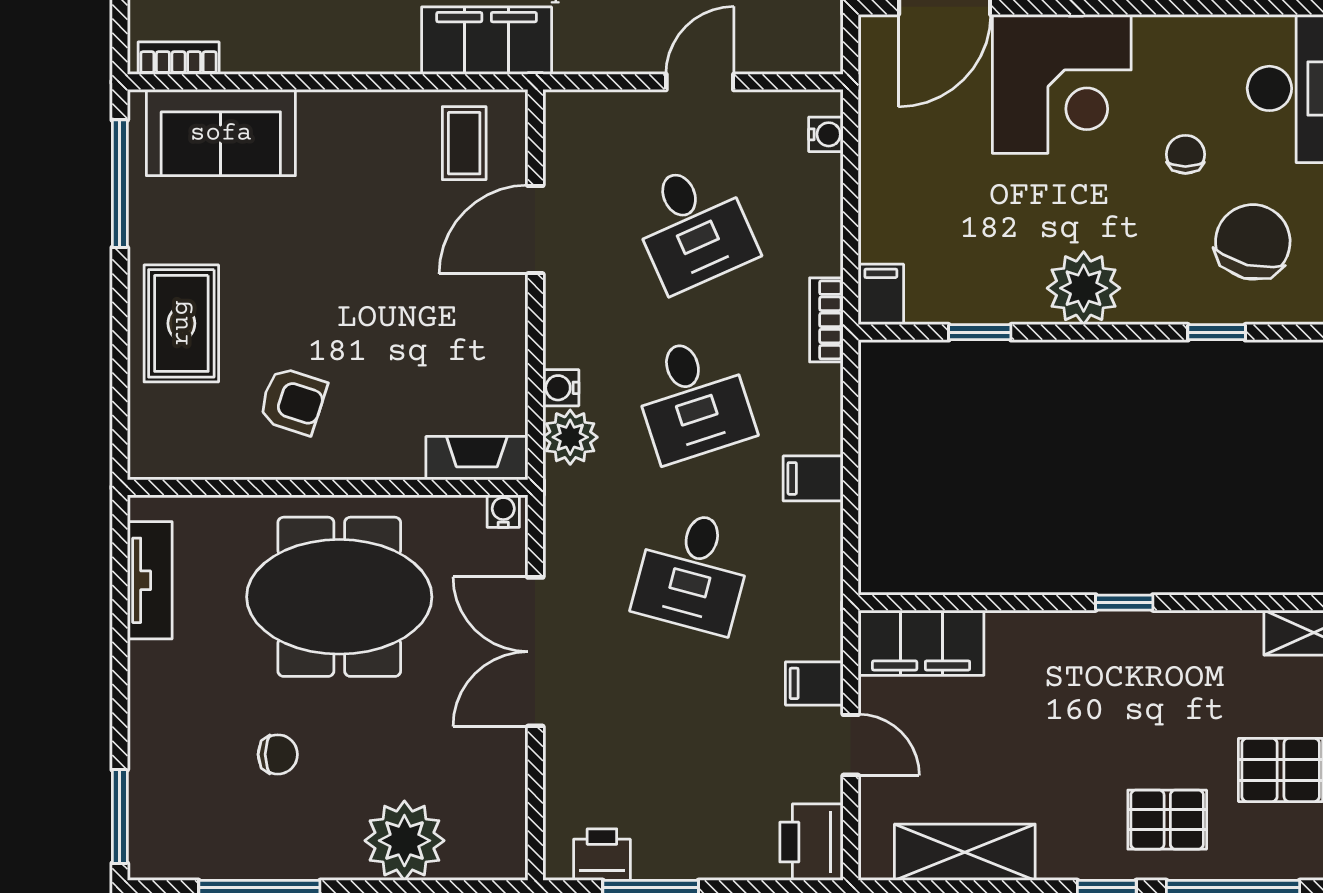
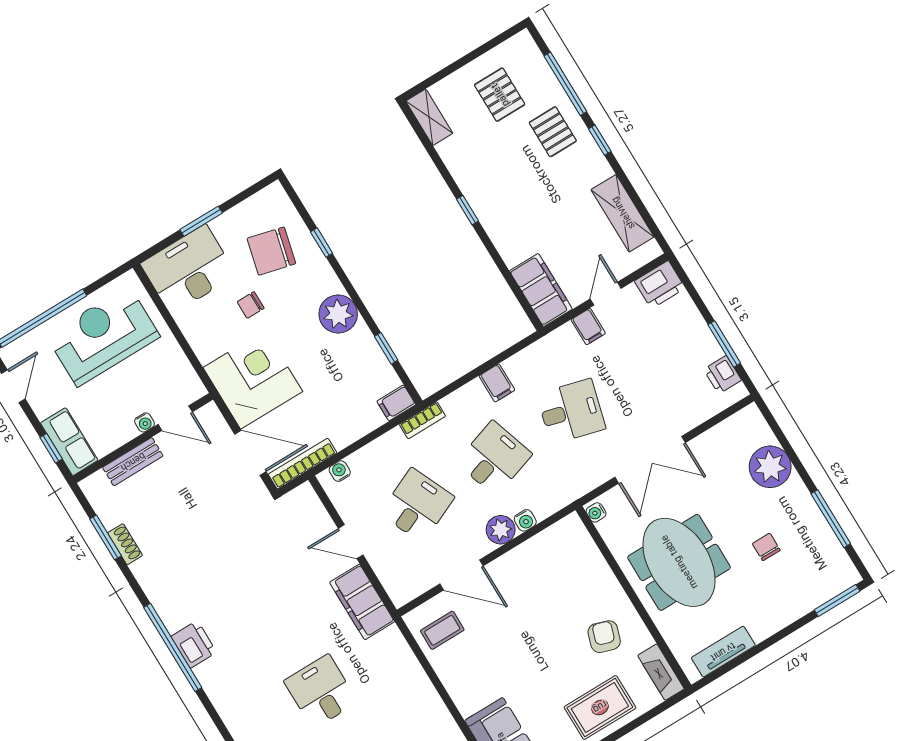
filing cabinet: (487, 41) -> (362, 602), moved
bookcase: (875, 81) -> (302, 464), added
plant: (570, 437) -> (501, 530), moved
fireplace: (477, 458) -> (661, 672), moved

